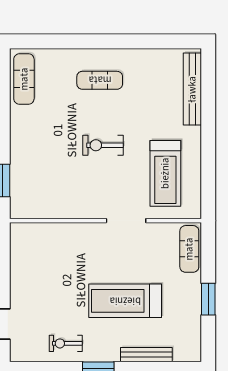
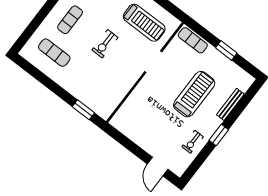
exercise mat: (24, 79) -> (54, 53), moved
treadmill: (125, 301) -> (194, 94), turned 180

